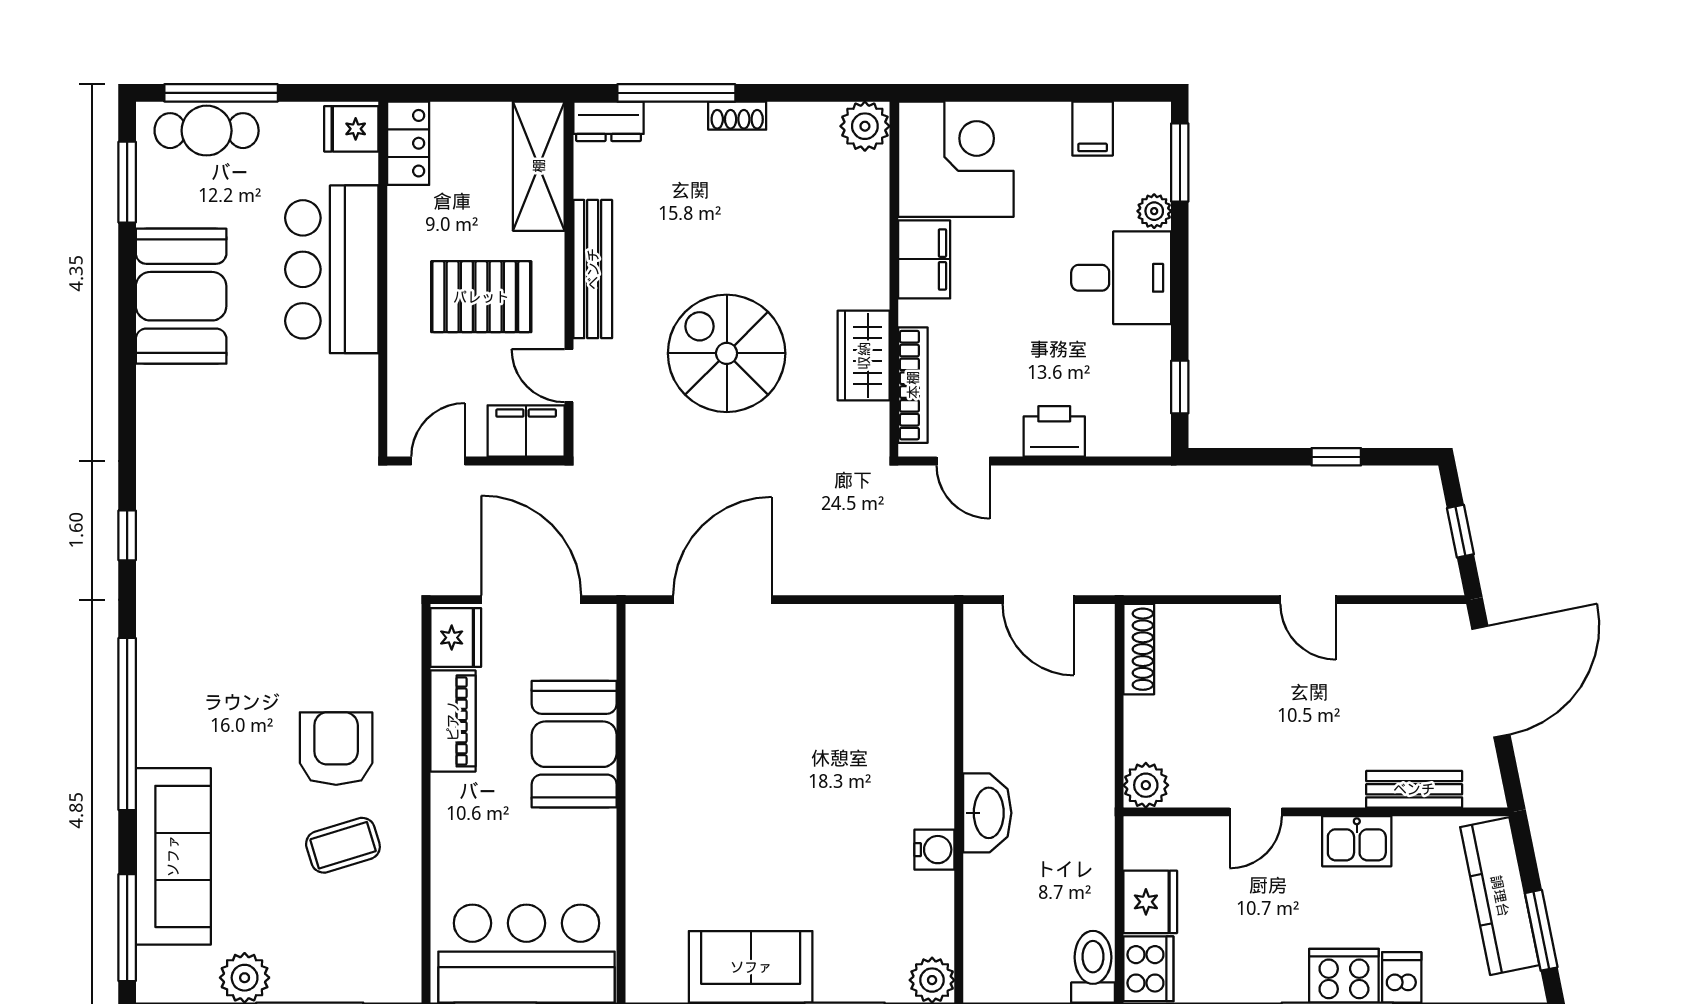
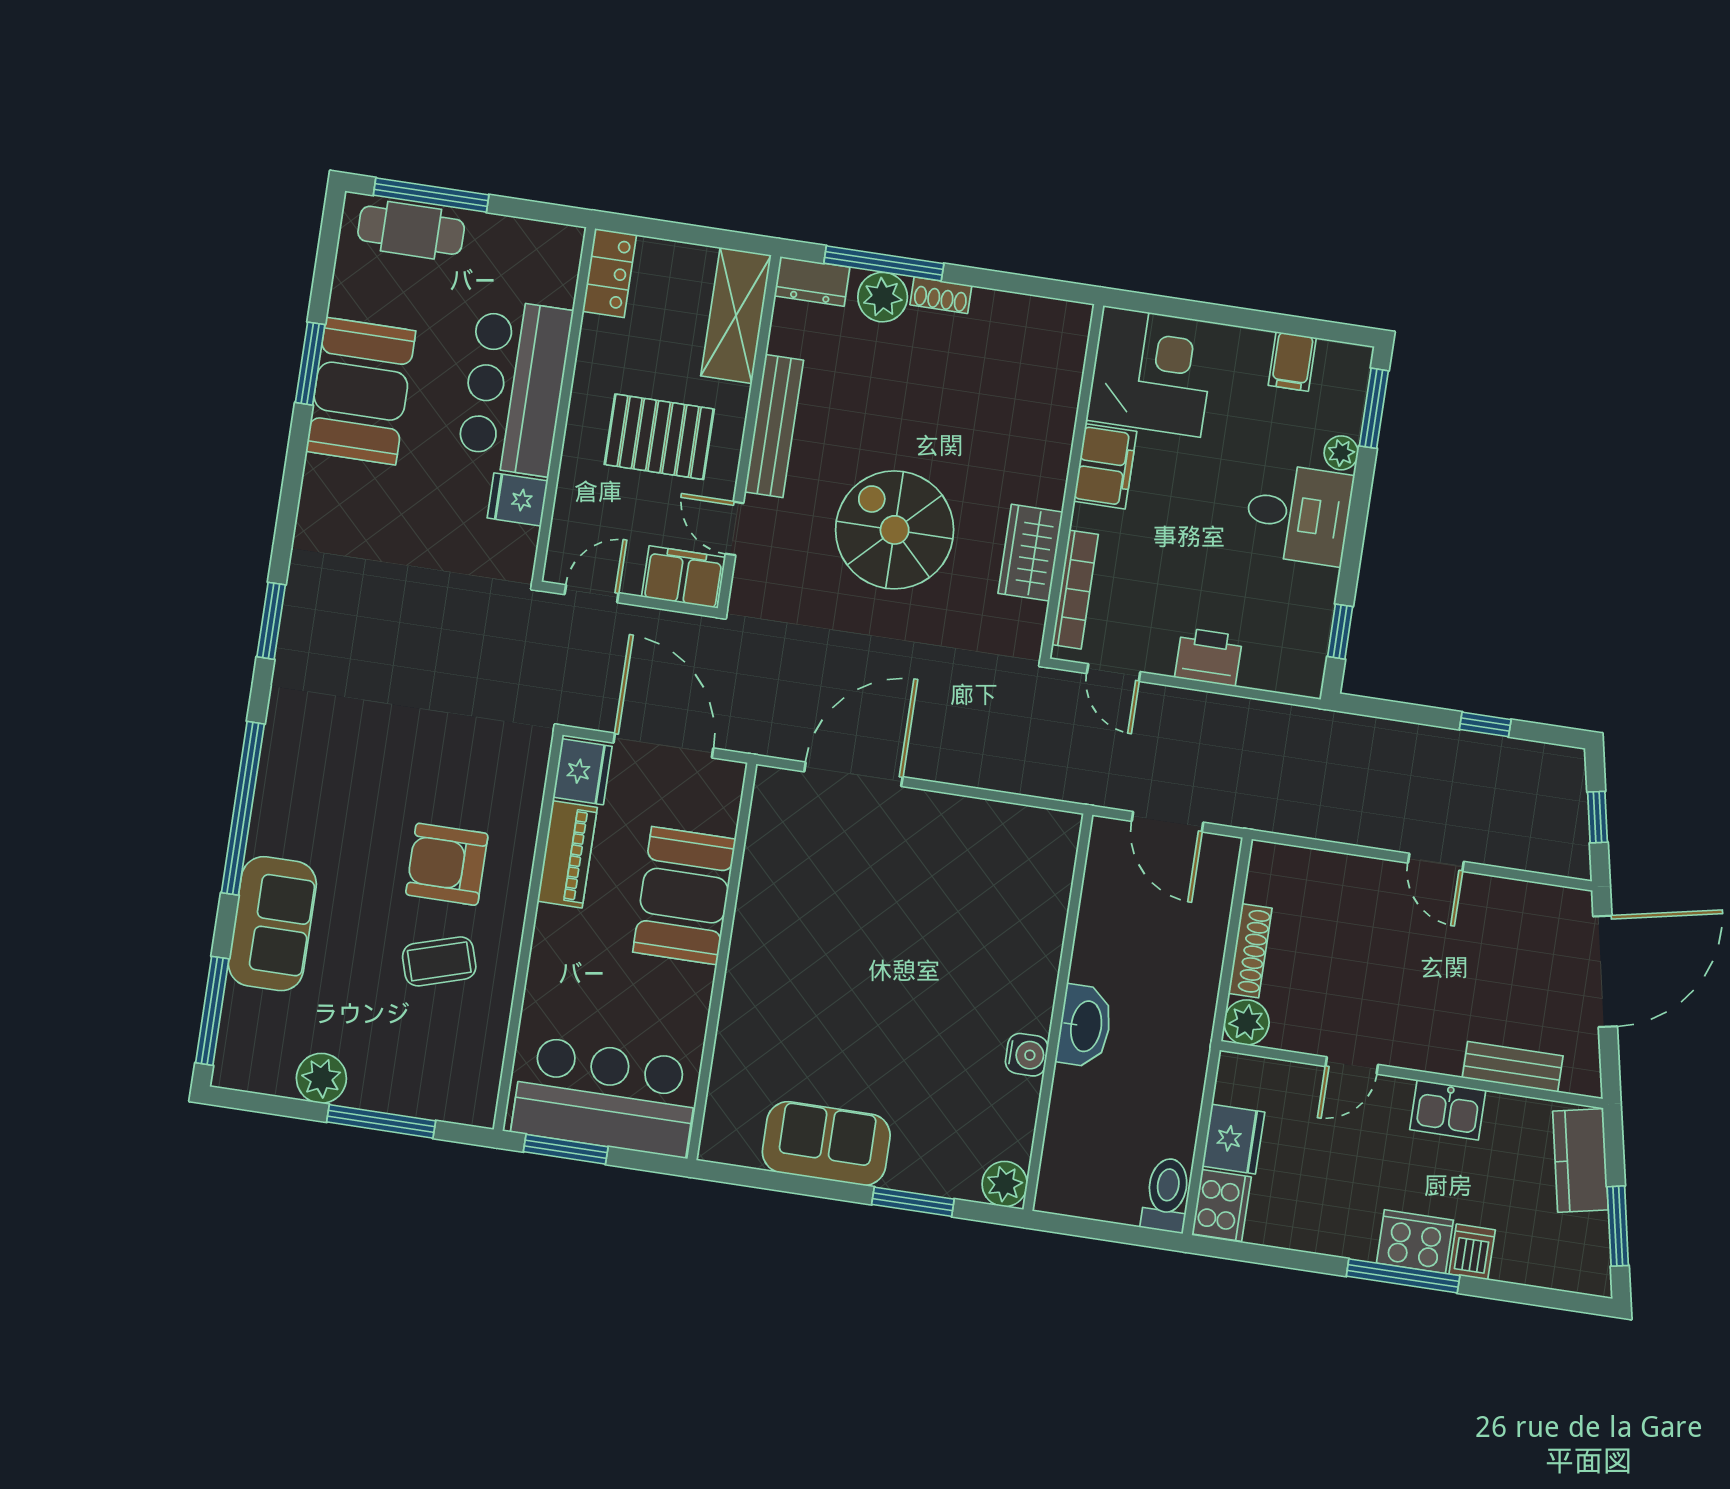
plant: (865, 126) -> (883, 297), moved
fridge: (351, 129) -> (517, 499), moved
window: (127, 182) -> (310, 364), moved
window: (127, 535) -> (271, 621), width x1.50
shoe rack: (1139, 649) -> (1250, 951), moved
armchair: (336, 749) -> (447, 864), turned -90
sofa: (173, 856) -> (272, 924), width x0.73
kitchen counter: (1500, 896) -> (1580, 1161), width x0.67

